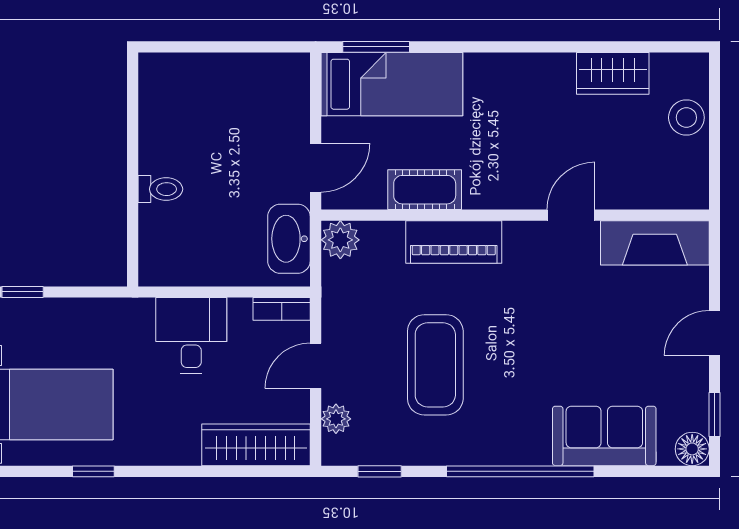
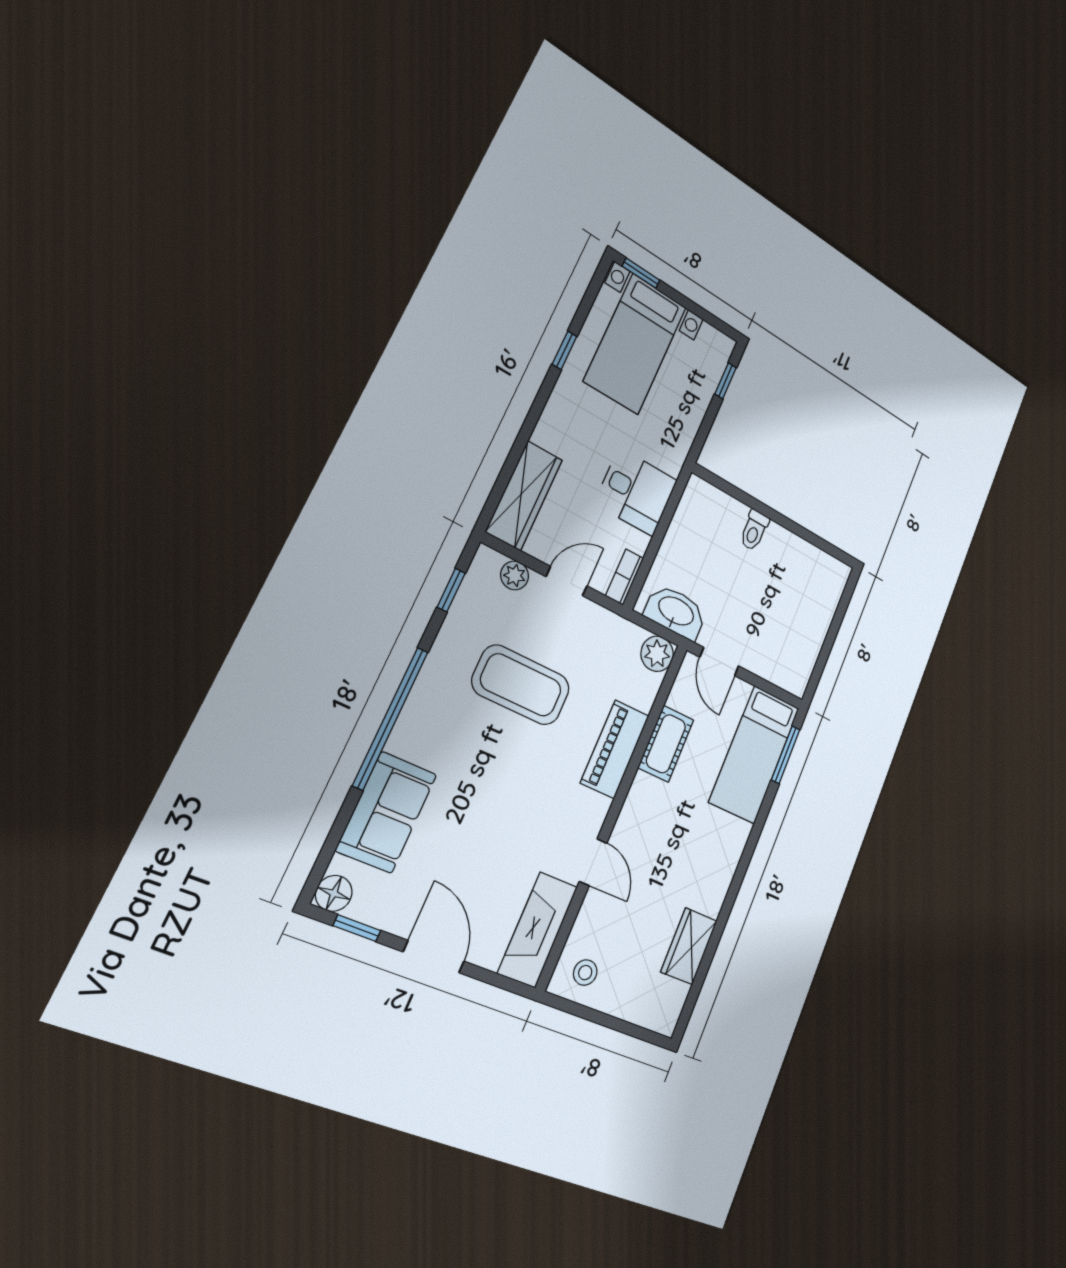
stool: (686, 118) -> (585, 973), moved, width x0.73, depth x0.73
door: (715, 333) -> (434, 957), width x1.38
door: (316, 366) -> (567, 581), hinge flipped

